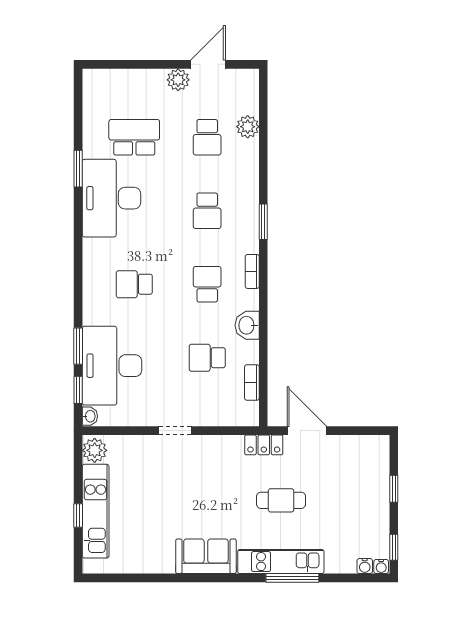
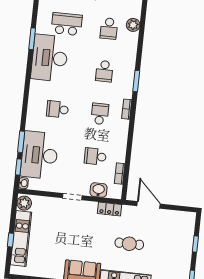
washbasin: (247, 325) -> (99, 190), moved, turned 90
locker: (264, 445) -> (109, 209), moved

